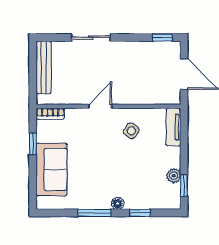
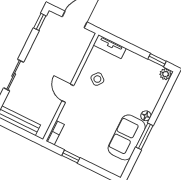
sofa: (52, 169) -> (127, 137), moved, turned -90
plant: (174, 176) -> (166, 74), moved
window: (140, 213) -> (161, 103), removed

